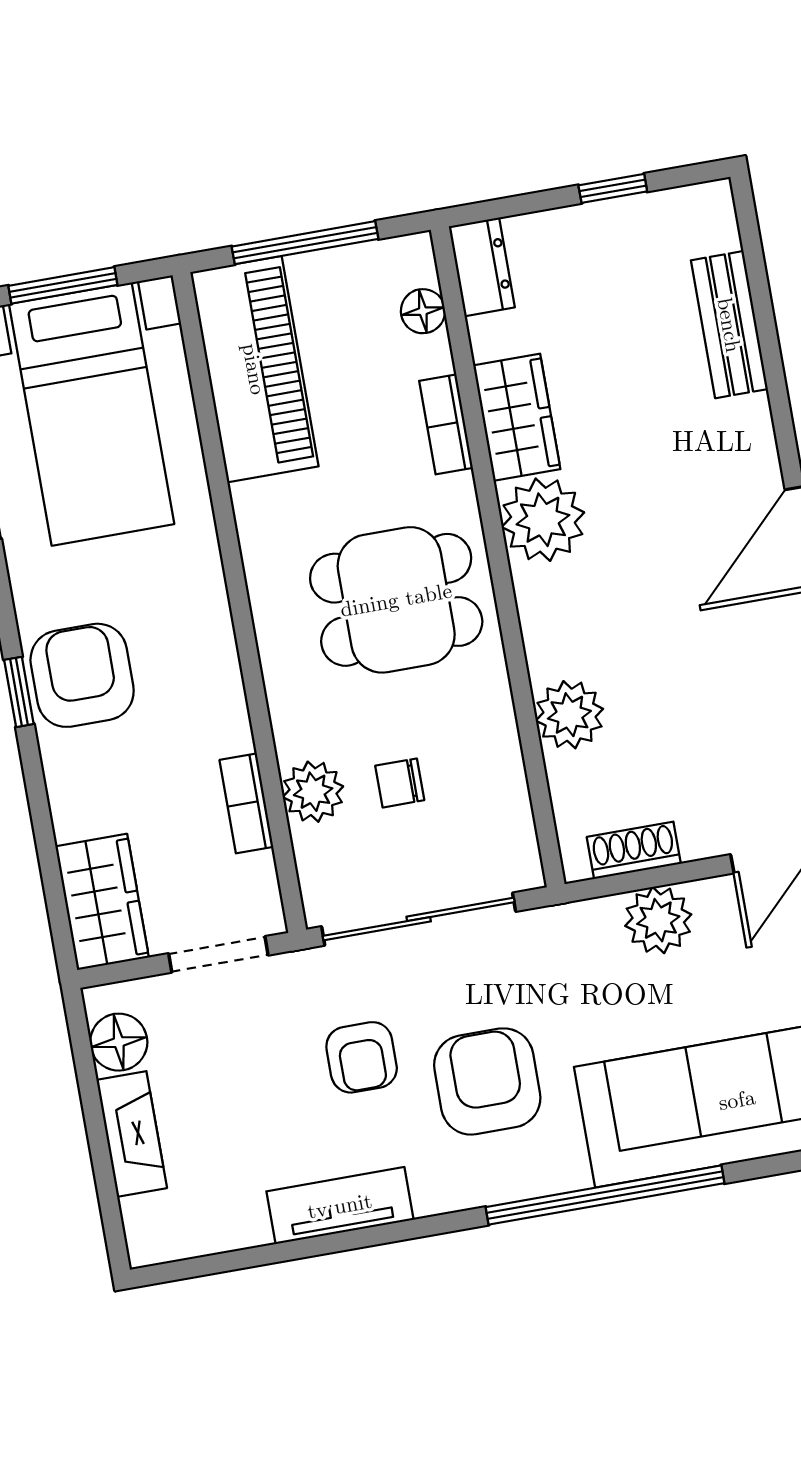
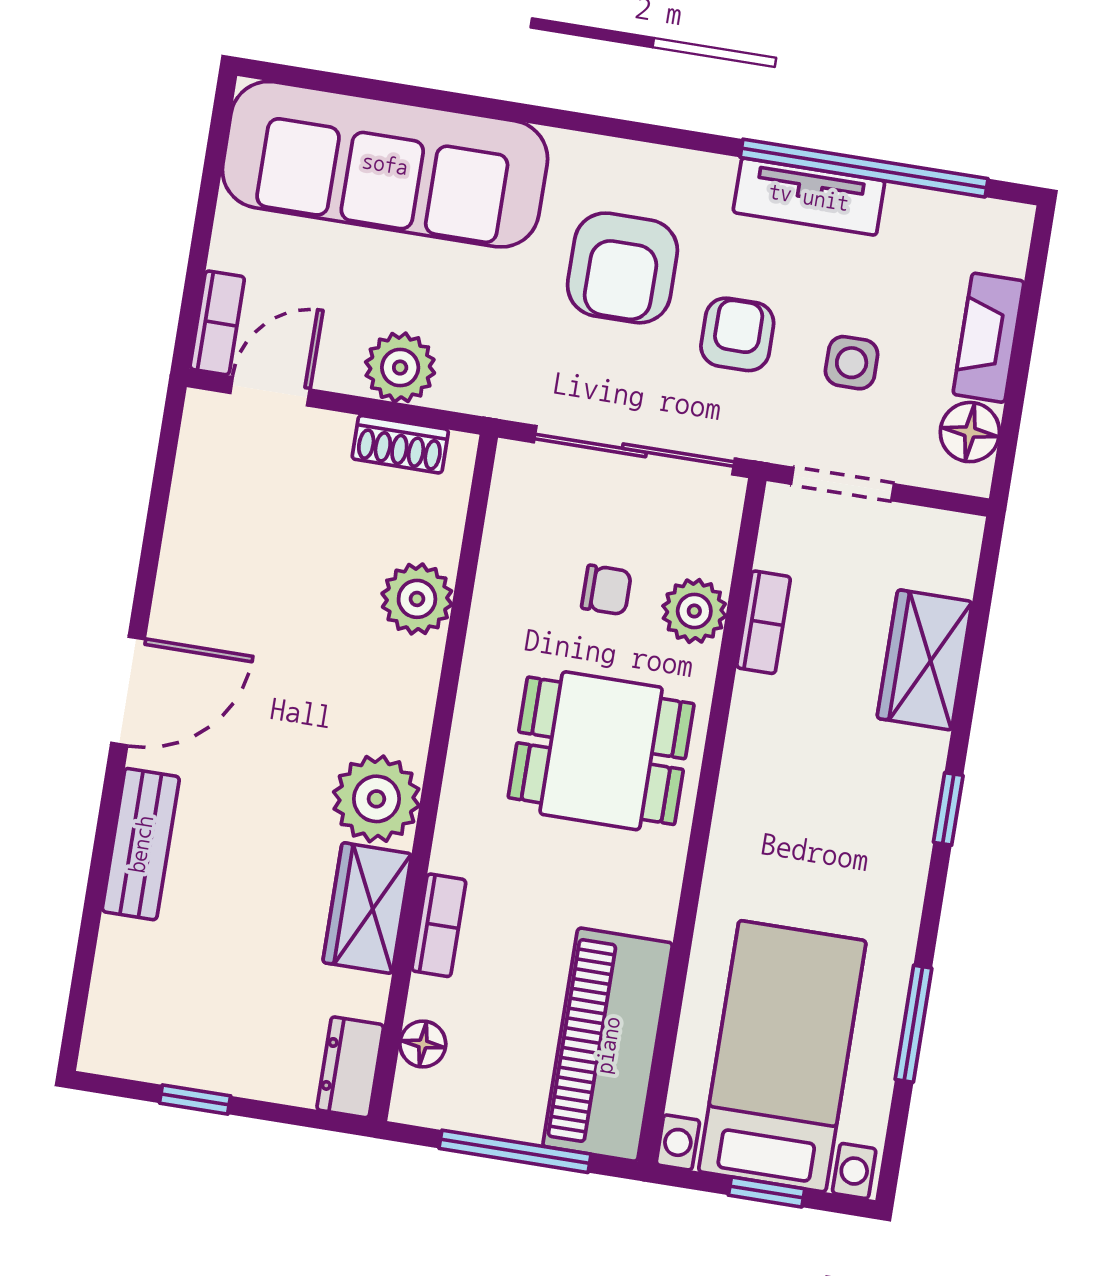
window: (63, 285) -> (767, 1192), width x0.67
bench: (729, 325) -> (141, 844), moved
dining table: (396, 600) -> (601, 751), moved
armchair: (82, 675) -> (881, 804), removed
wardrobe: (102, 902) -> (925, 660), moved
side table: (249, 1068) -> (852, 363), added
window: (605, 1195) -> (864, 168), moved

